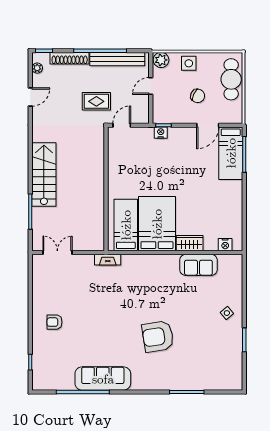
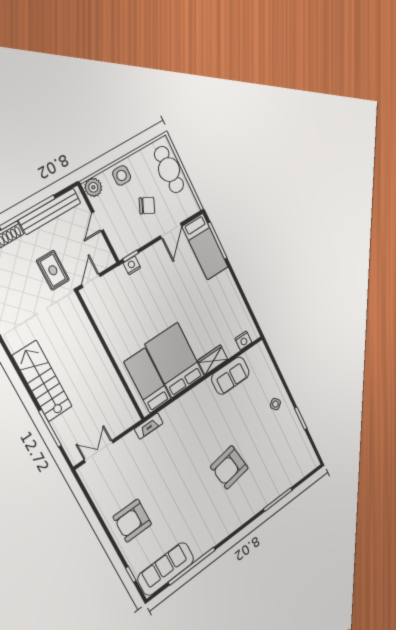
rug: (96, 101) -> (53, 270), turned 90
armchair: (54, 322) -> (132, 521), width x1.88, depth x1.88
sofa: (103, 379) -> (166, 569), moved

